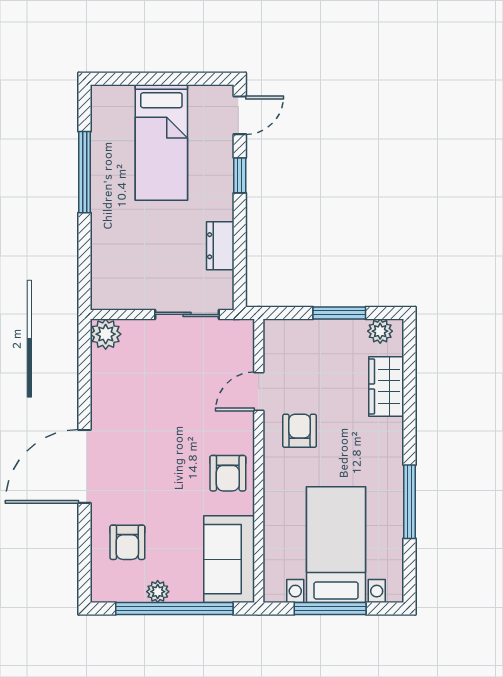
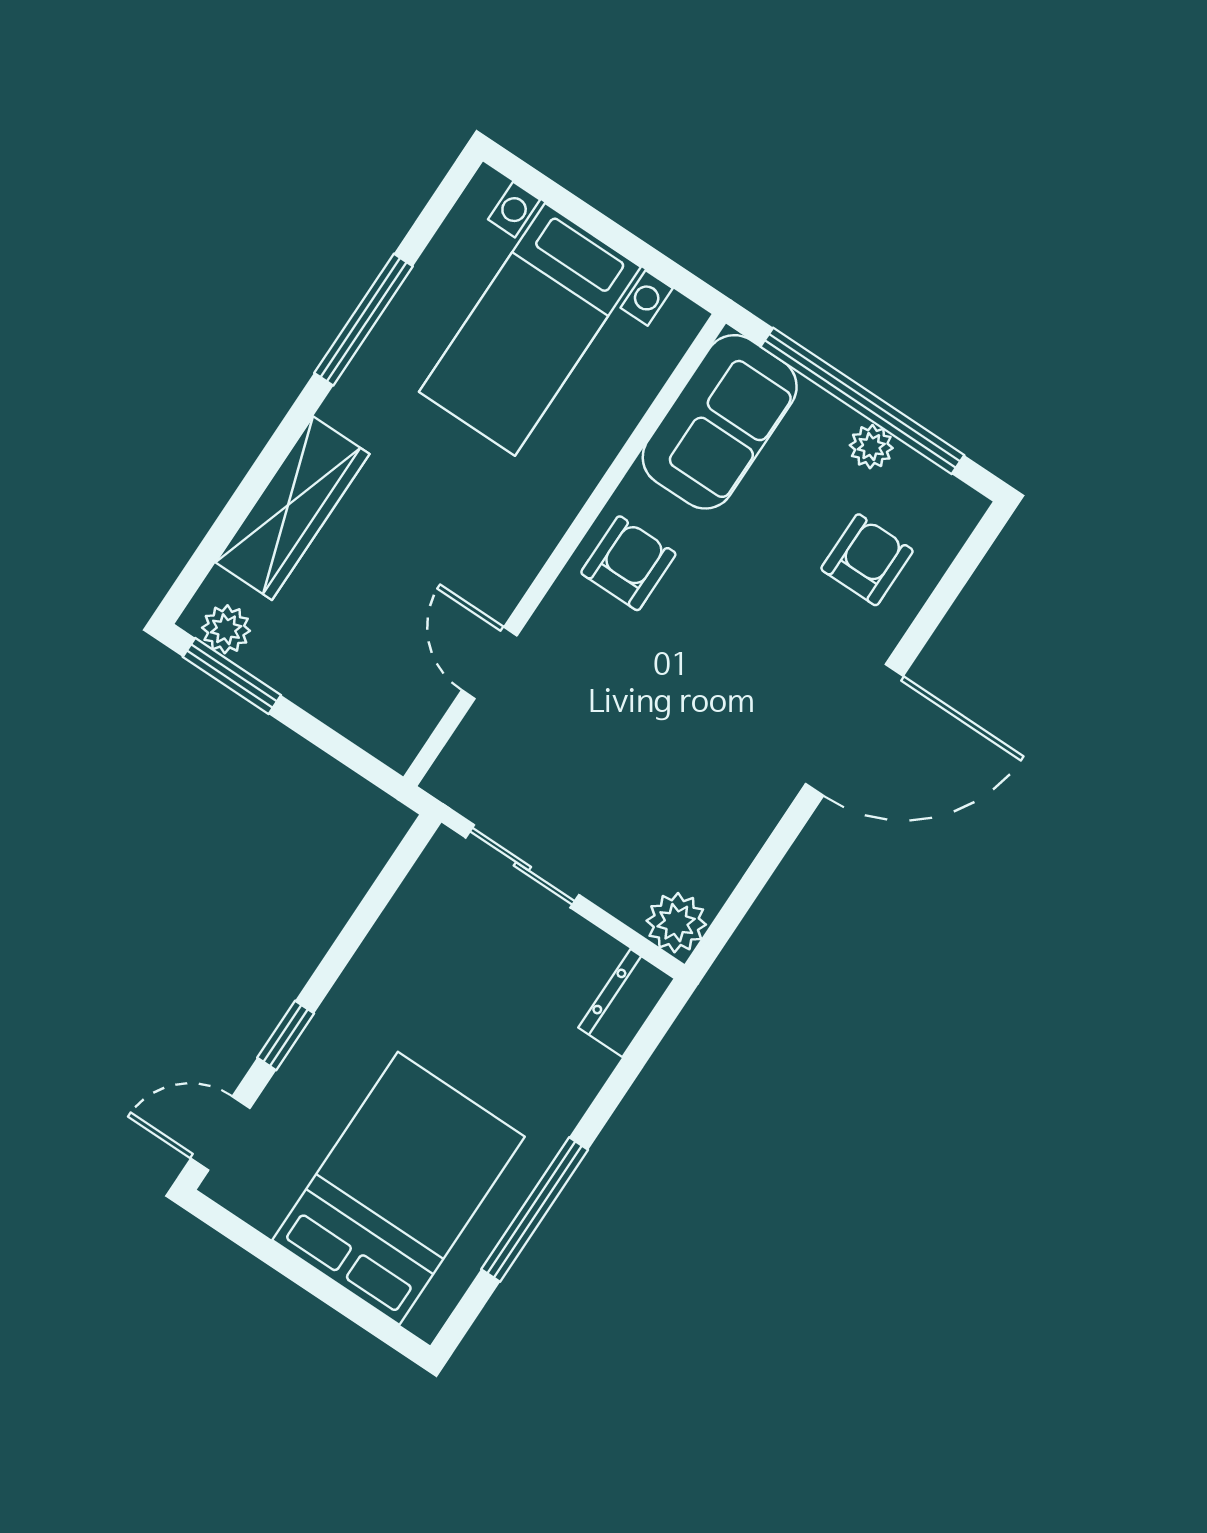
bed: (161, 142) -> (399, 1188), width x1.50
dresser: (220, 246) -> (627, 1003), moved, turned 180
window: (339, 313) -> (232, 676), moved
wardrobe: (386, 386) -> (292, 508), width x1.50
door: (259, 391) -> (489, 663), swing flipped
armchair: (300, 431) -> (465, 554), removed
window: (330, 609) -> (609, 232), removed

